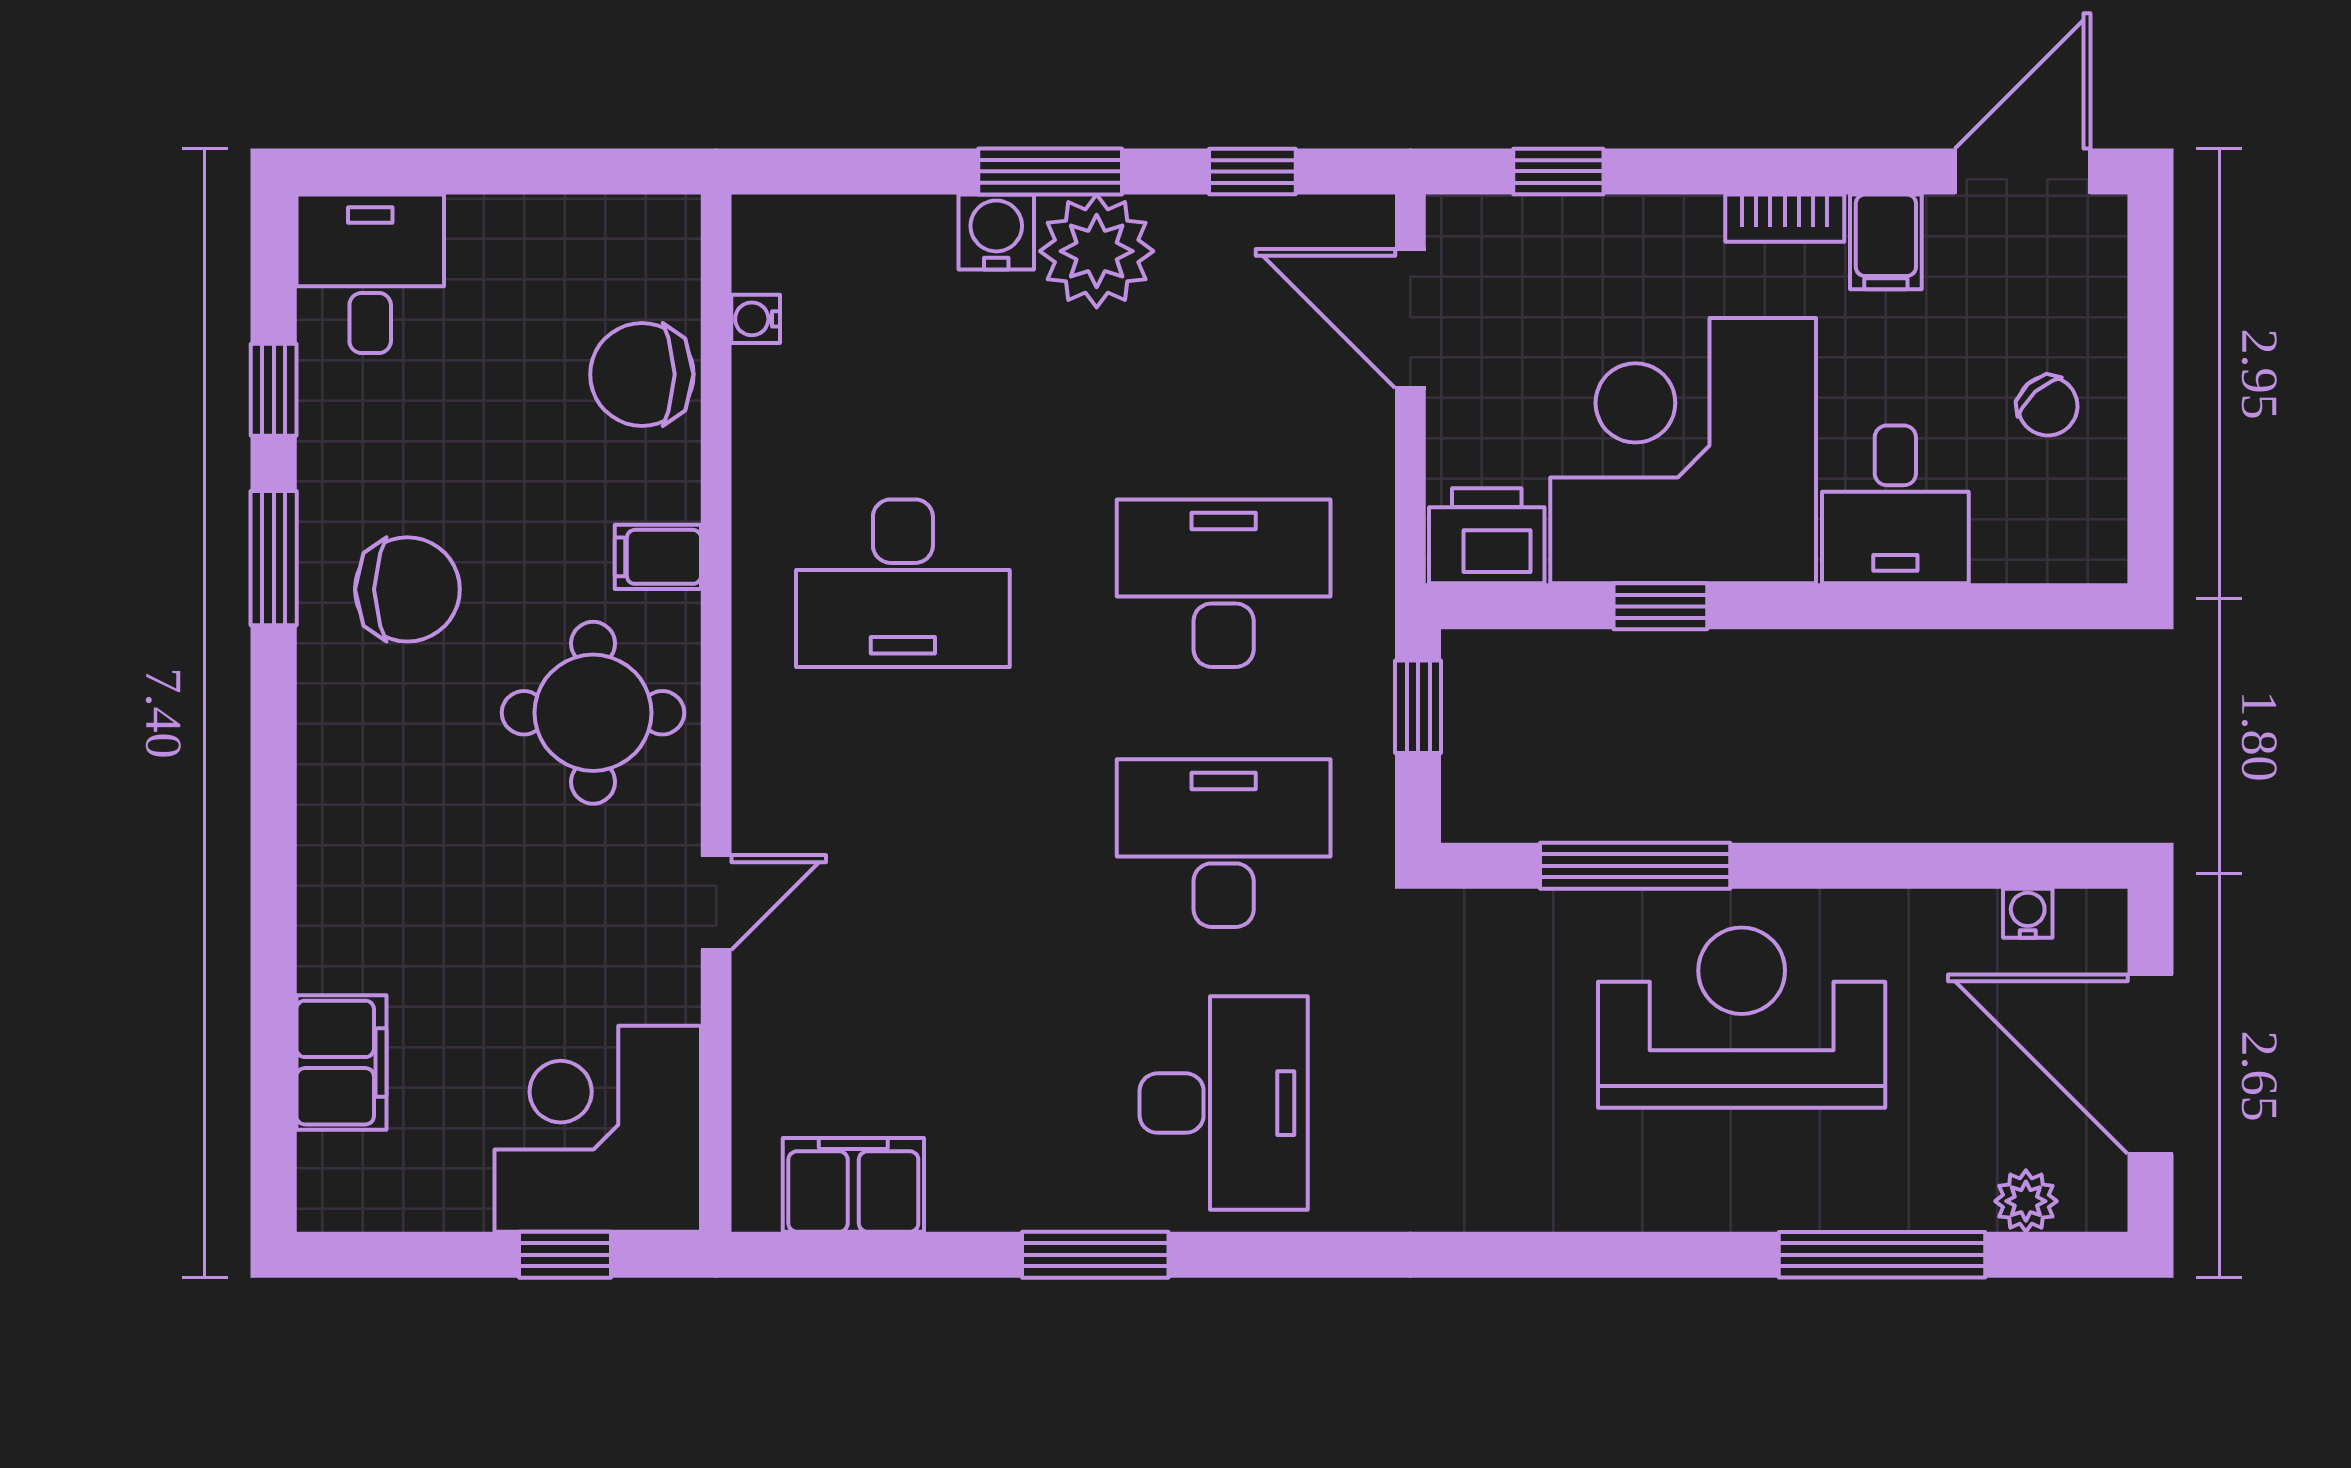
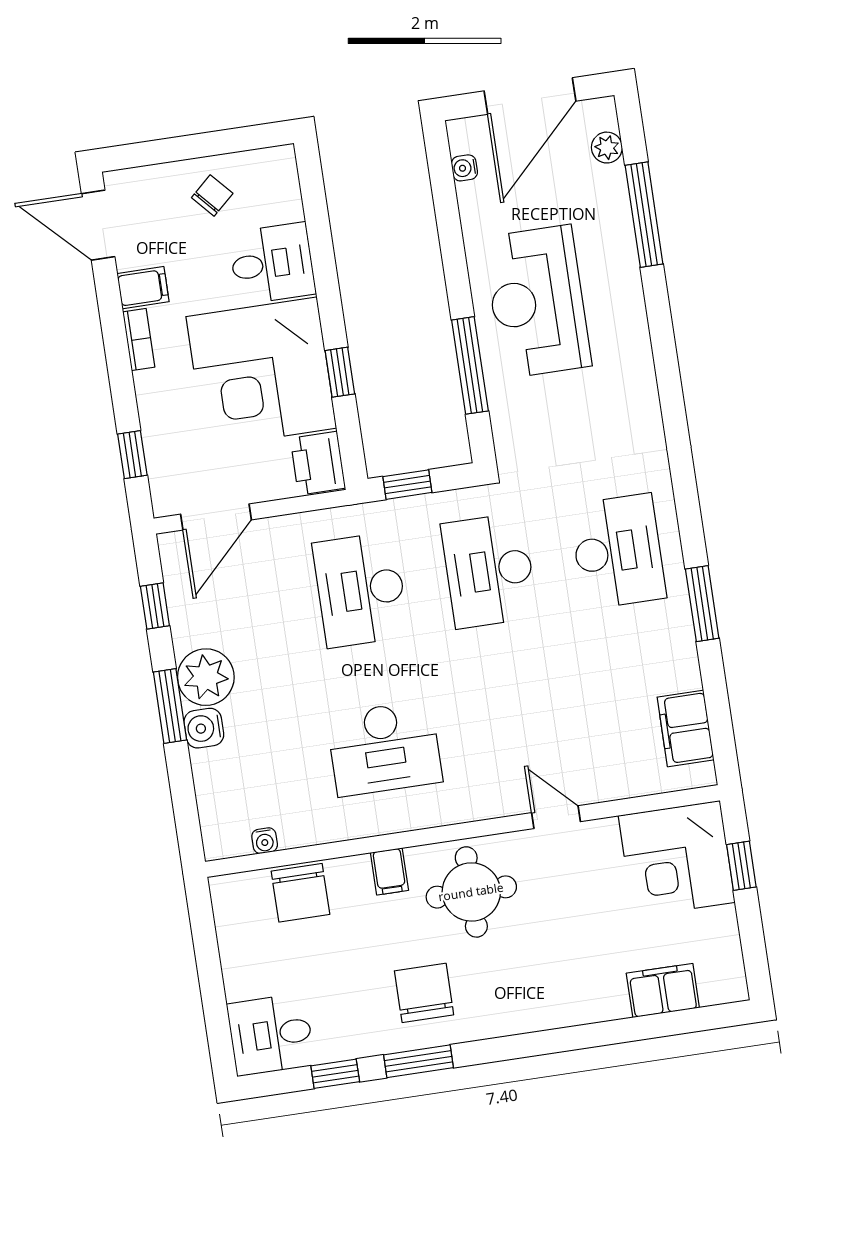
desk: (903, 583) -> (384, 748), turned 90
desk: (1224, 1103) -> (618, 551), turned 90

